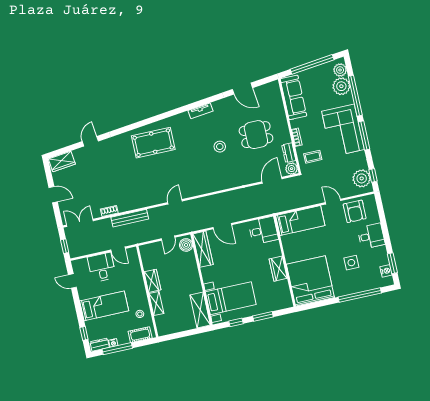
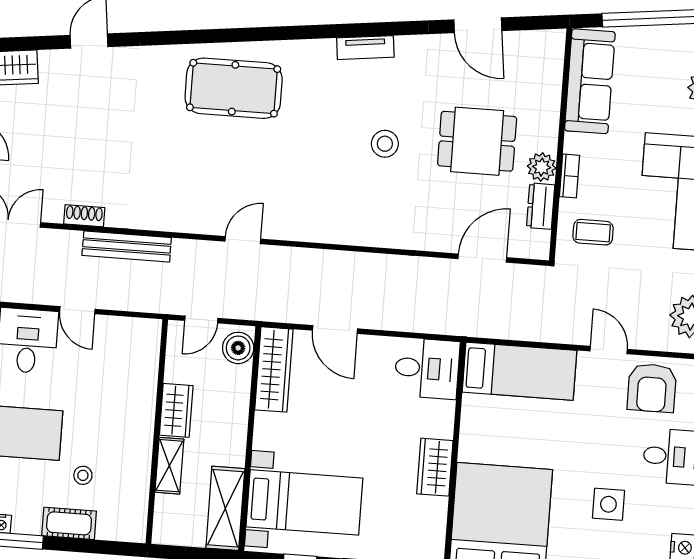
plant: (292, 169) -> (542, 167), moved
wardrobe: (152, 281) -> (176, 410), moved
wall: (147, 292) -> (157, 432), moved
shelving: (156, 303) -> (169, 466), moved

